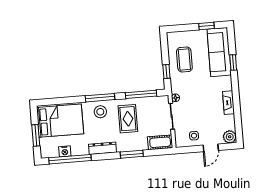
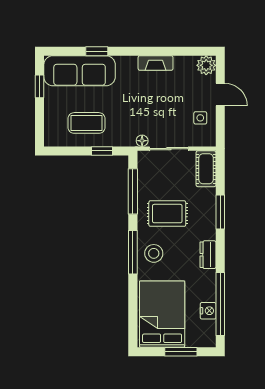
dresser: (102, 148) -> (208, 255), width x0.70

